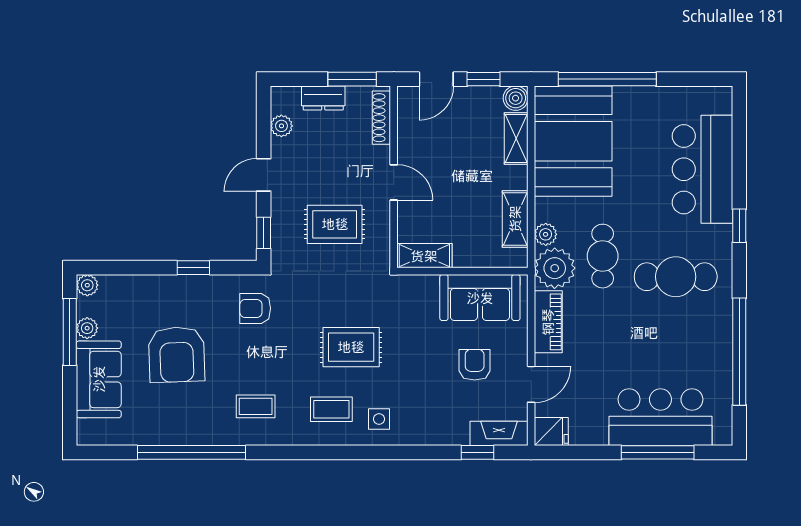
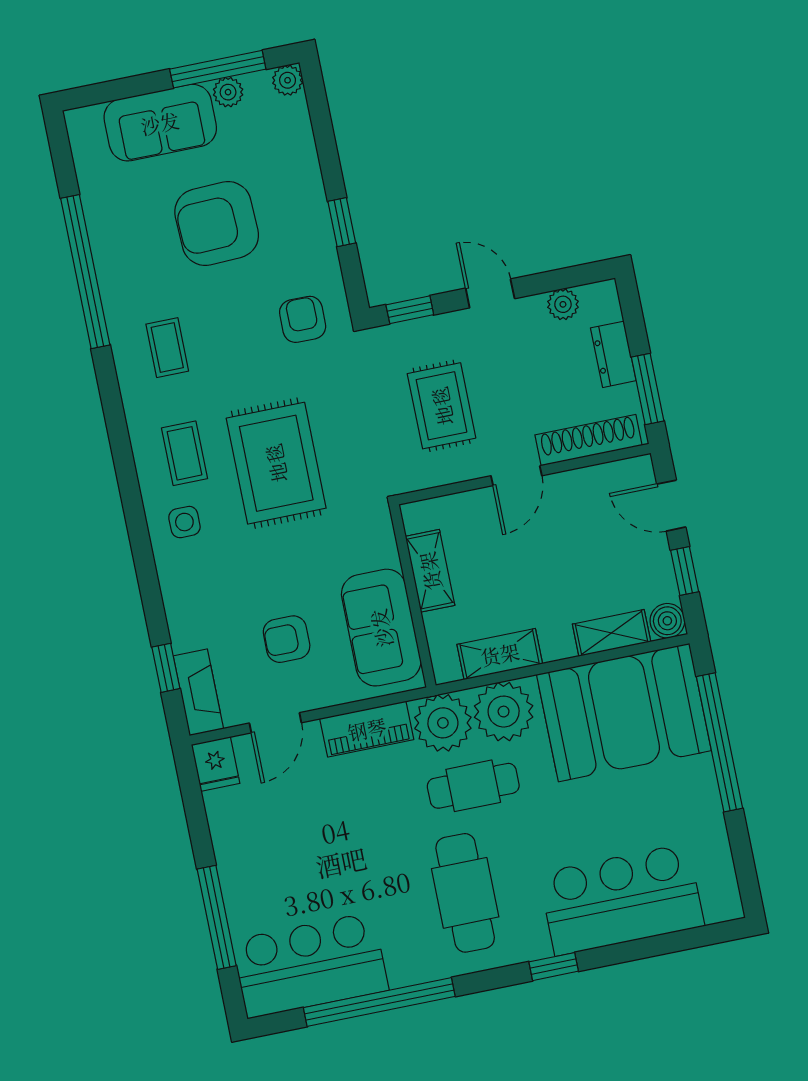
shoe rack: (381, 118) -> (589, 440), width x1.36, depth x1.24
plant: (546, 234) -> (504, 712), width x1.87, depth x1.87
shelving: (424, 256) -> (430, 571), moved
rug: (351, 347) -> (276, 463), width x1.36, depth x1.43
armchair: (475, 365) -> (287, 639), turned 180
door: (531, 384) -> (275, 723), hinge flipped
bar counter: (660, 417) -> (310, 965), moved, turned -90

